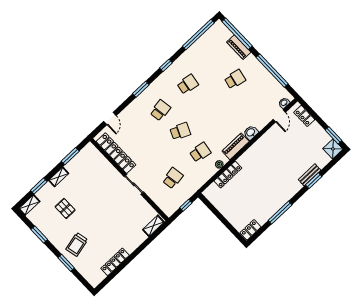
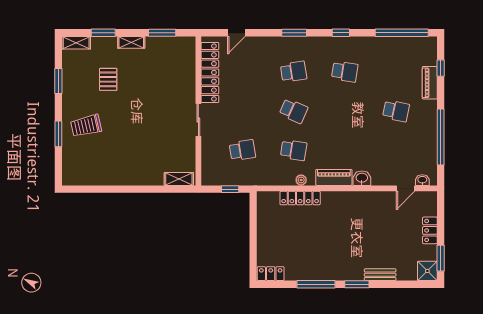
window: (237, 34) -> (441, 68), width x0.32
locker: (304, 116) -> (430, 230), moved
window: (314, 181) -> (357, 284), moved
locker: (115, 262) -> (107, 179), removed

